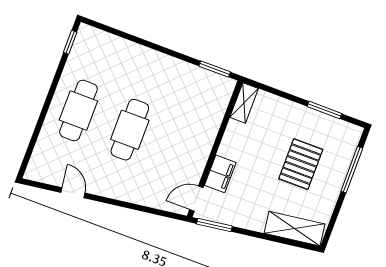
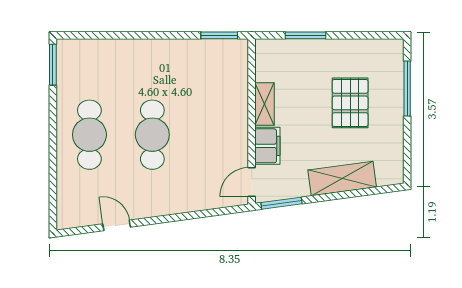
window: (70, 42) -> (53, 65), width x1.50
shelving: (244, 103) -> (265, 104), moved
window: (324, 110) -> (305, 35), moved
shelving: (294, 229) -> (342, 179), moved

